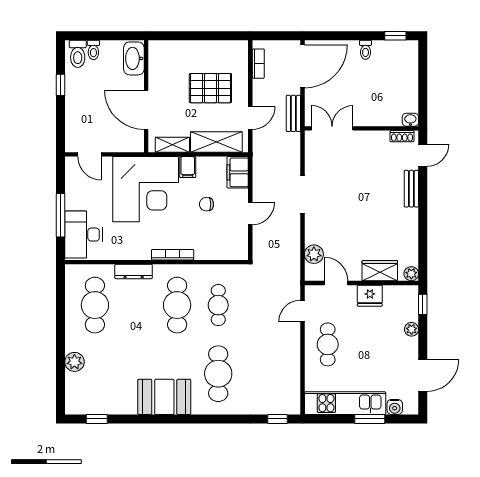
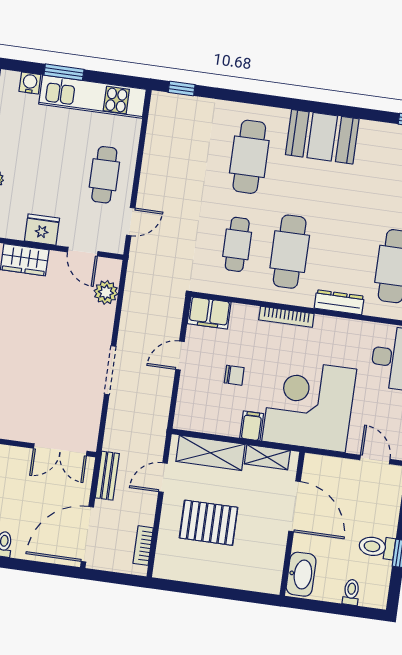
toilet: (78, 54) -> (377, 547), moved, turned -90
filing cabinet: (238, 172) -> (209, 313), moved, turned 90

